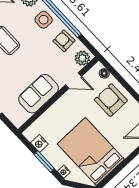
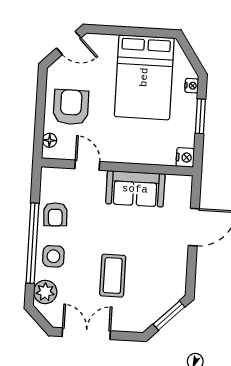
plant: (82, 58) -> (55, 178), removed
armchair: (111, 100) -> (71, 107), turned 180
nightstand: (39, 143) -> (185, 157), moved

